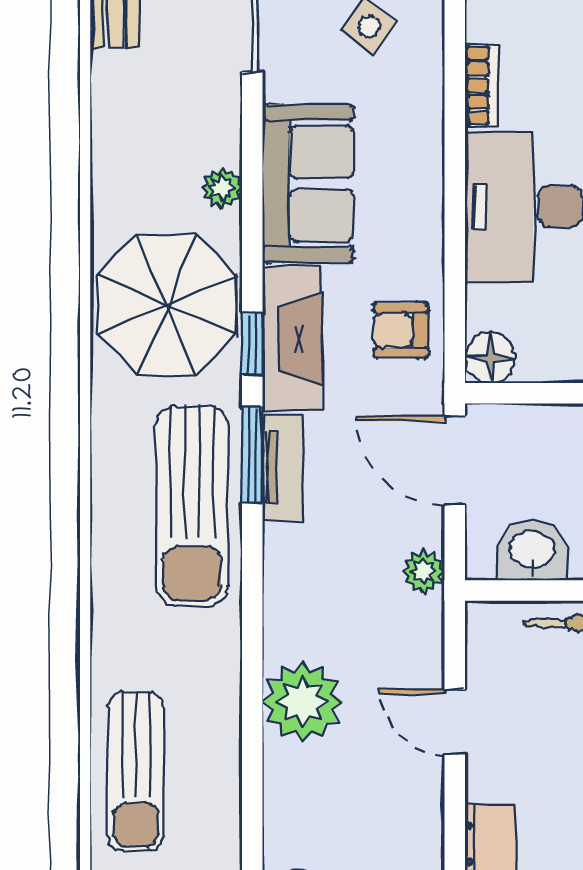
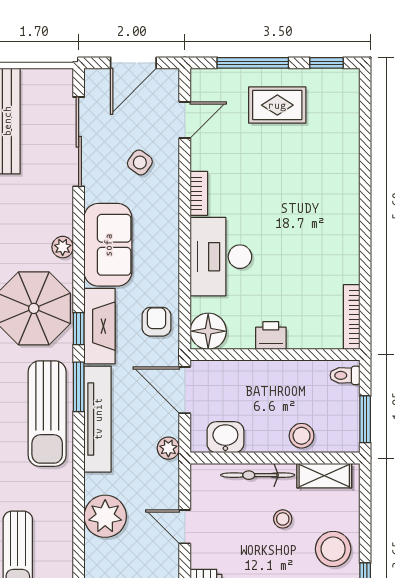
armchair: (401, 330) -> (156, 322), turned 90
floor lamp: (490, 358) -> (208, 331), width x1.38, depth x1.38
tv unit: (282, 468) -> (98, 419), width x1.92, depth x1.29

